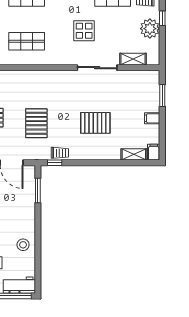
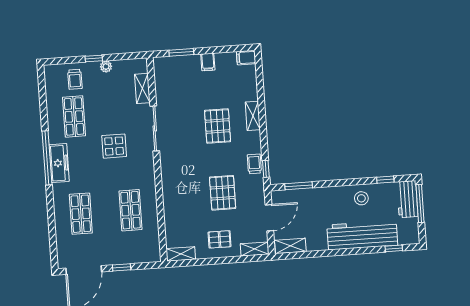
plant: (150, 29) -> (106, 66), width x0.53, depth x0.53
pallet: (36, 123) -> (223, 193), turned 90
shelving: (134, 154) -> (253, 116), moved
window: (38, 267) -> (385, 180), added

